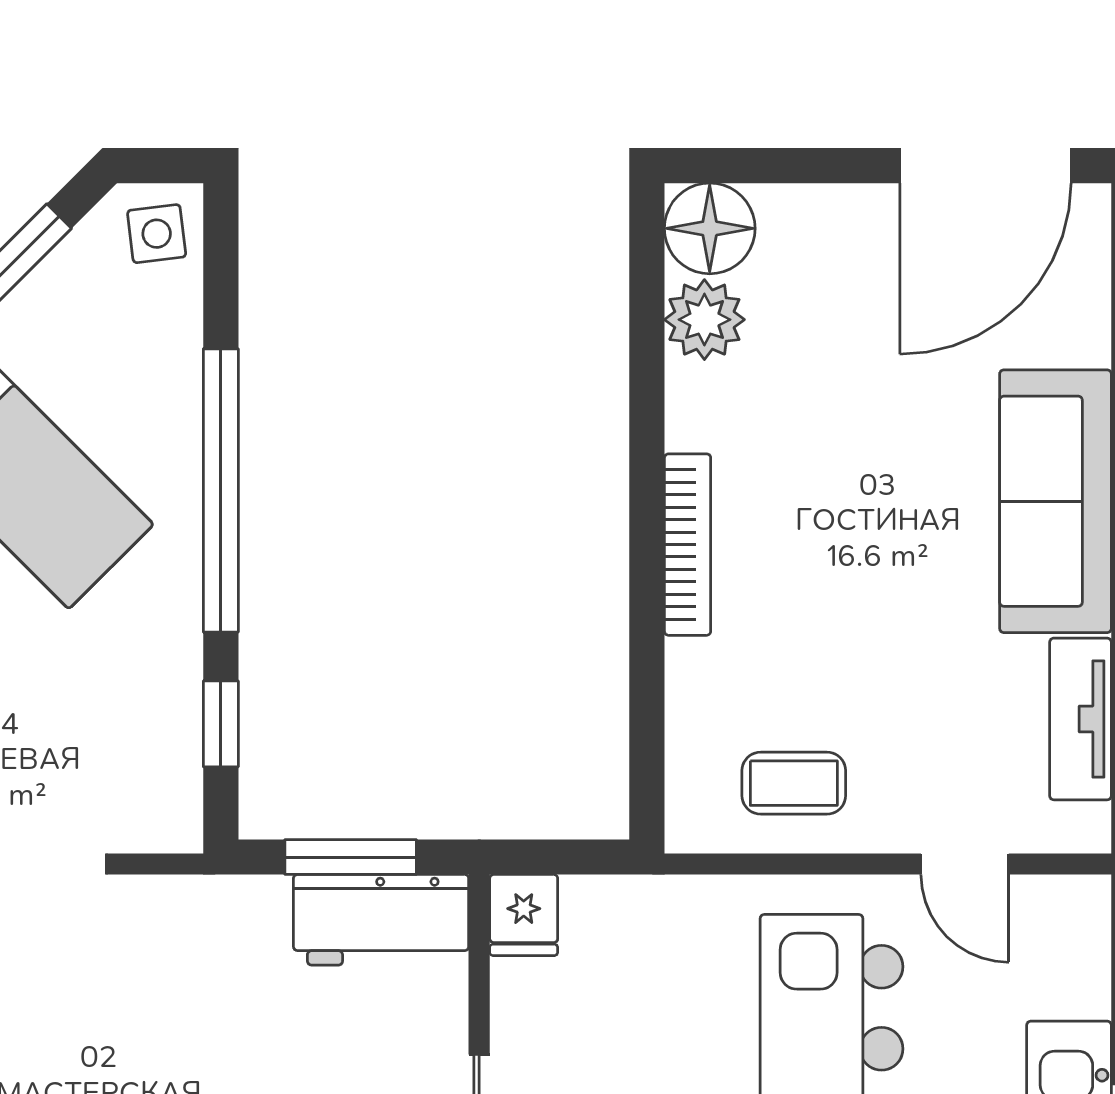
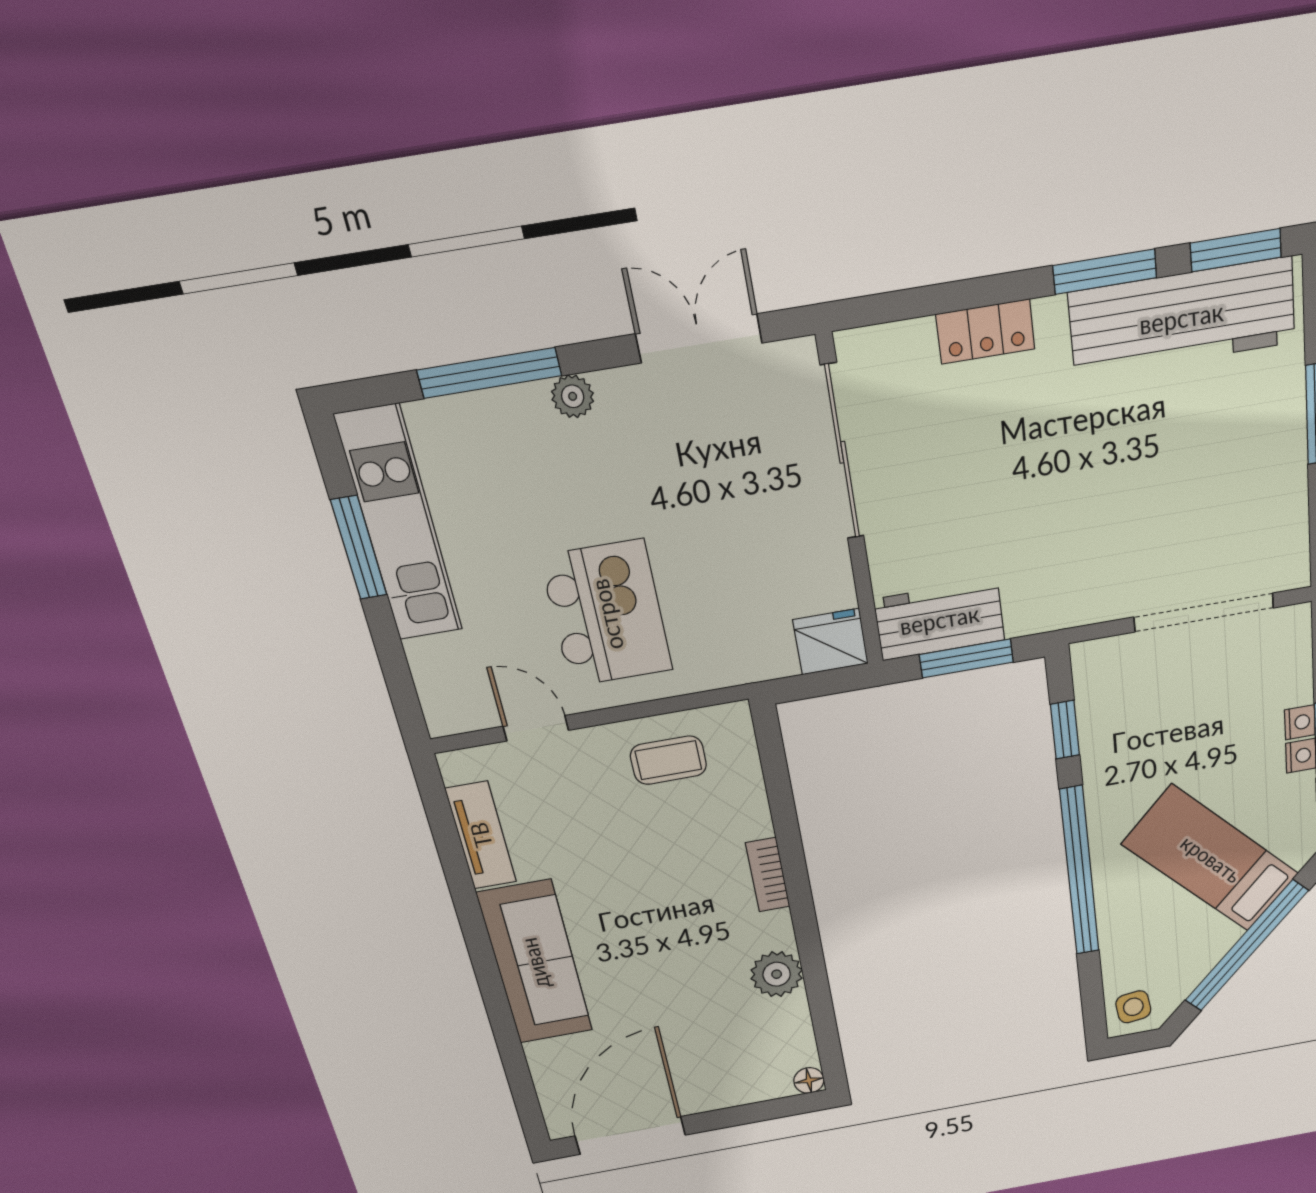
floor lamp: (710, 228) -> (809, 1080), width x0.53, depth x0.53
plant: (704, 320) -> (777, 974), moved
bookcase: (688, 545) -> (768, 875), width x0.64
fridge: (524, 915) -> (831, 642), width x1.38

